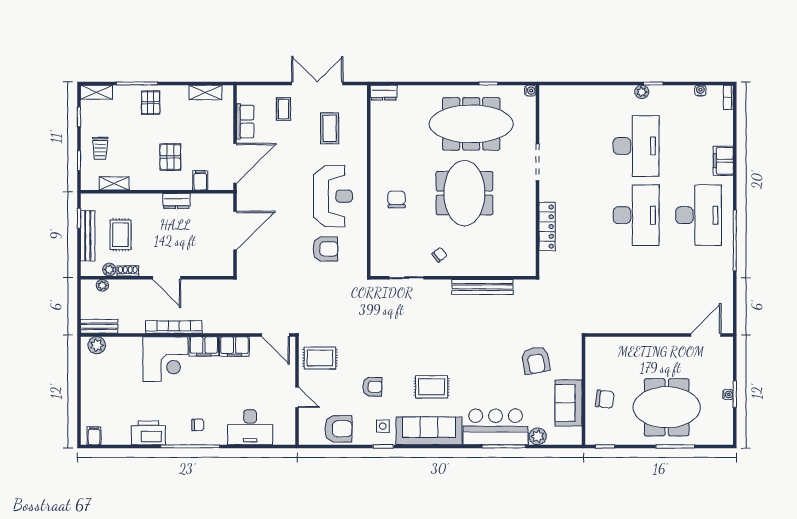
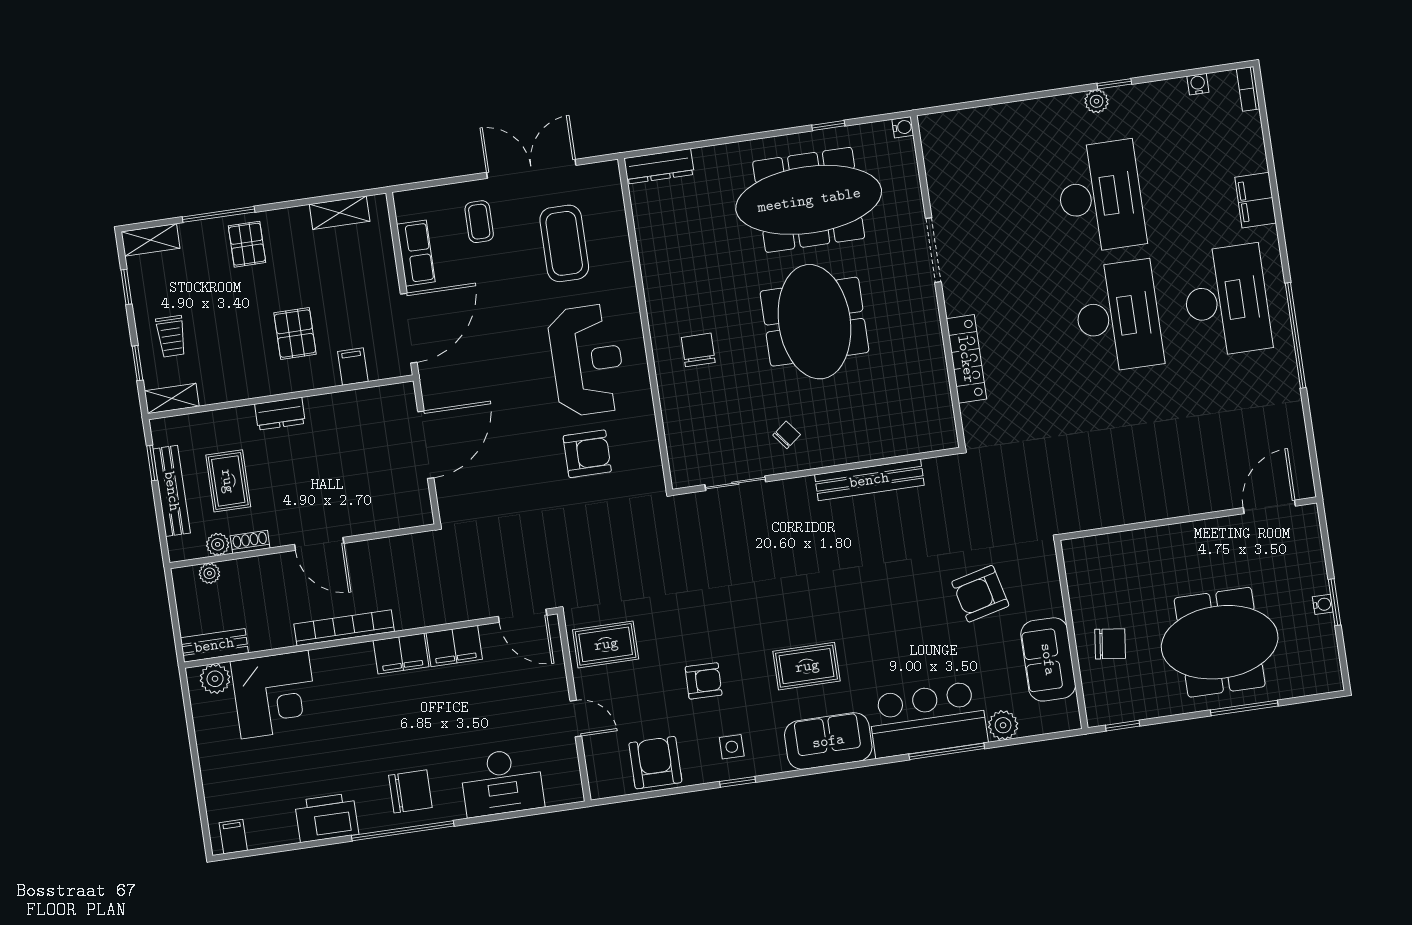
dresser: (384, 93) -> (659, 166), width x1.44
coffee table: (330, 128) -> (564, 243), width x1.36, depth x1.32
shelving: (114, 183) -> (172, 398), moved
dresser: (176, 201) -> (280, 414), moved
corner desk: (165, 359) -> (275, 695), moved
armchair: (536, 360) -> (980, 594), turned 86
chair: (198, 425) -> (410, 791), width x1.87, depth x1.87
armchair: (338, 429) -> (655, 763), turned -90
sofa: (429, 431) -> (828, 741), width x0.73

